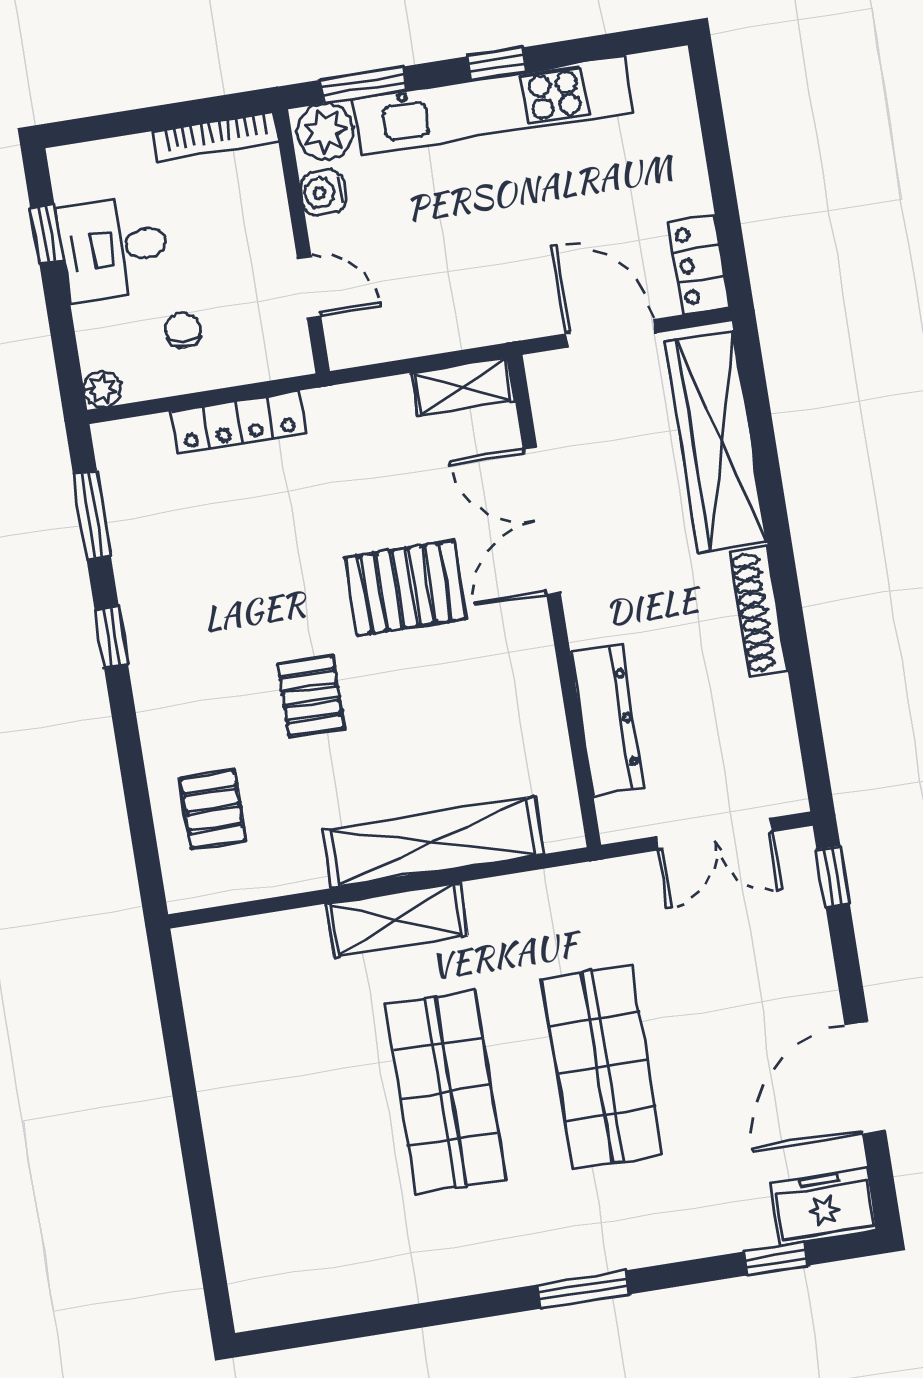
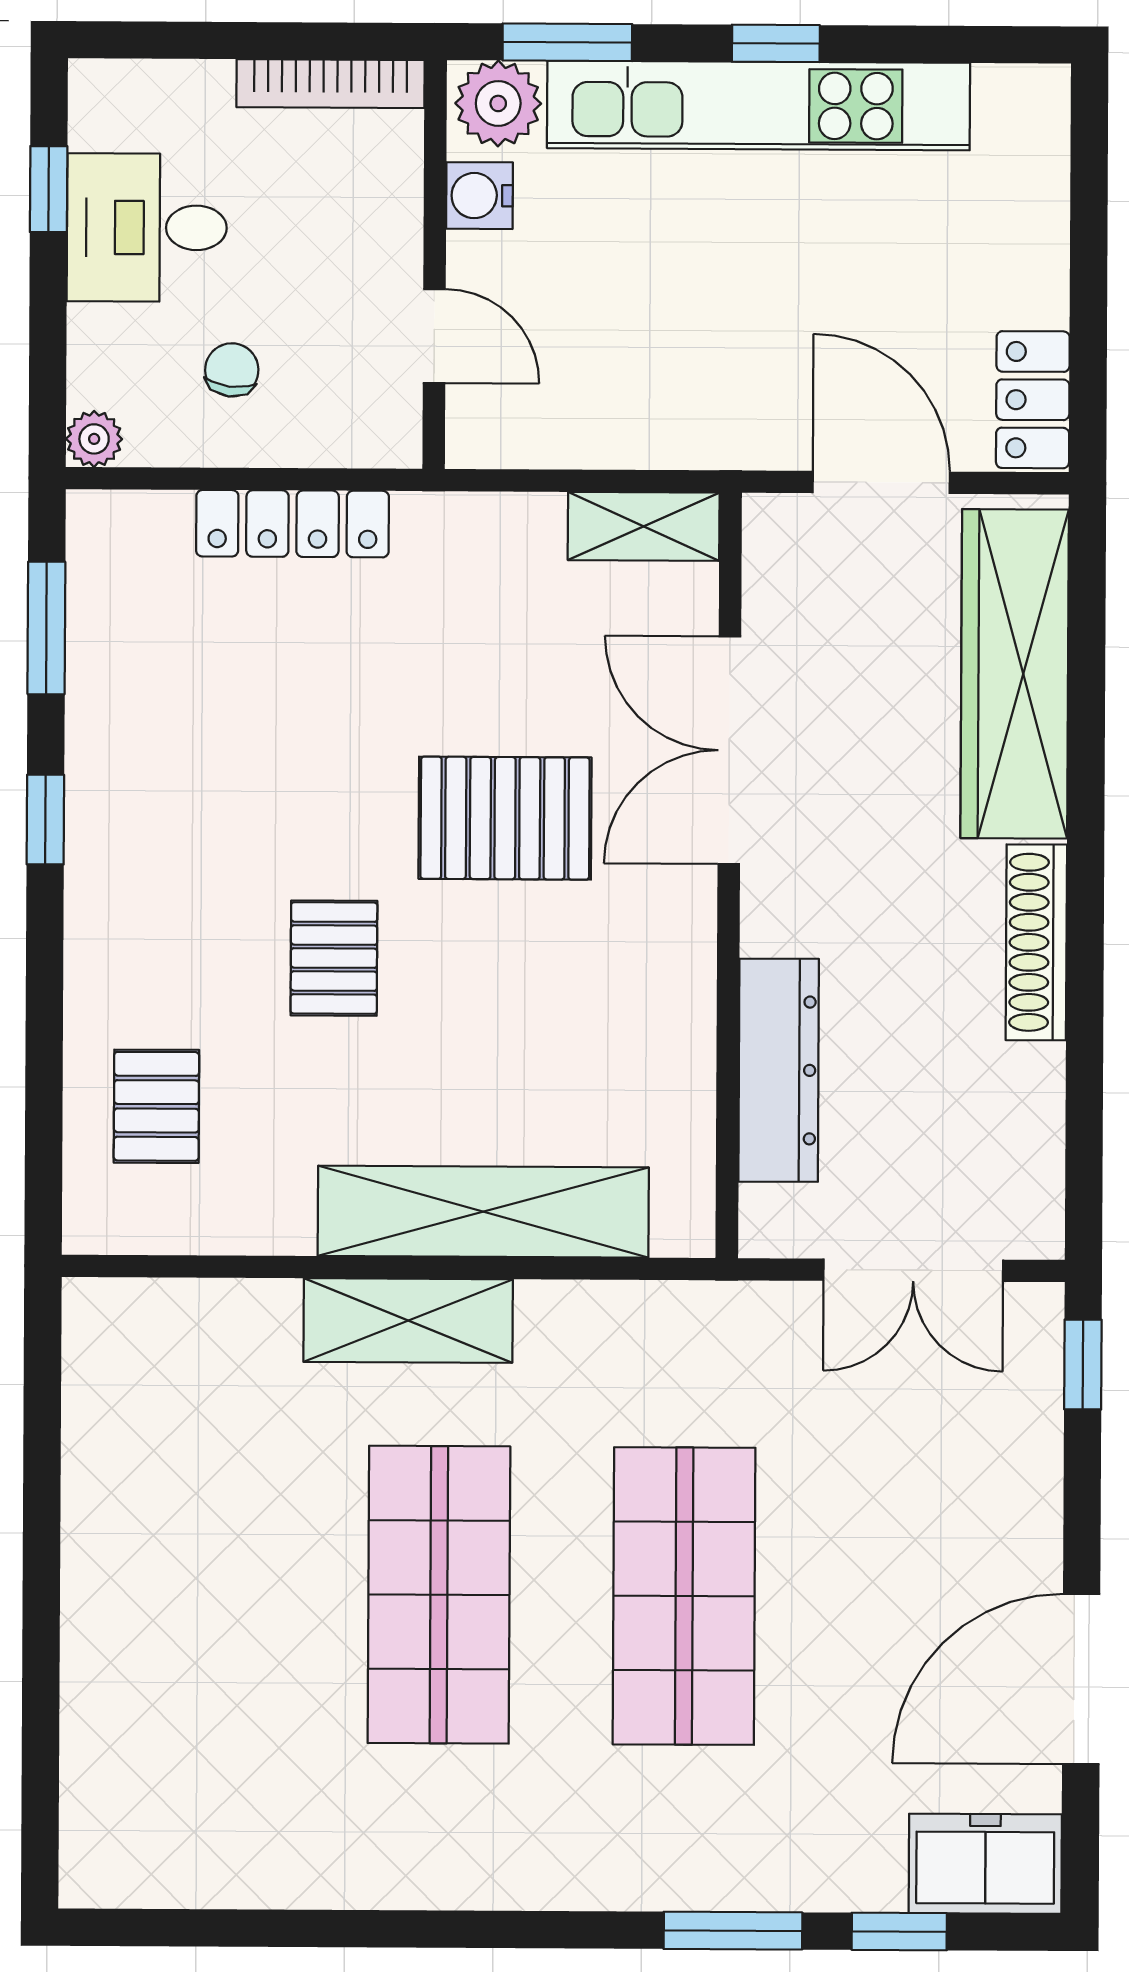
window: (583, 1289) -> (733, 1931), moved

